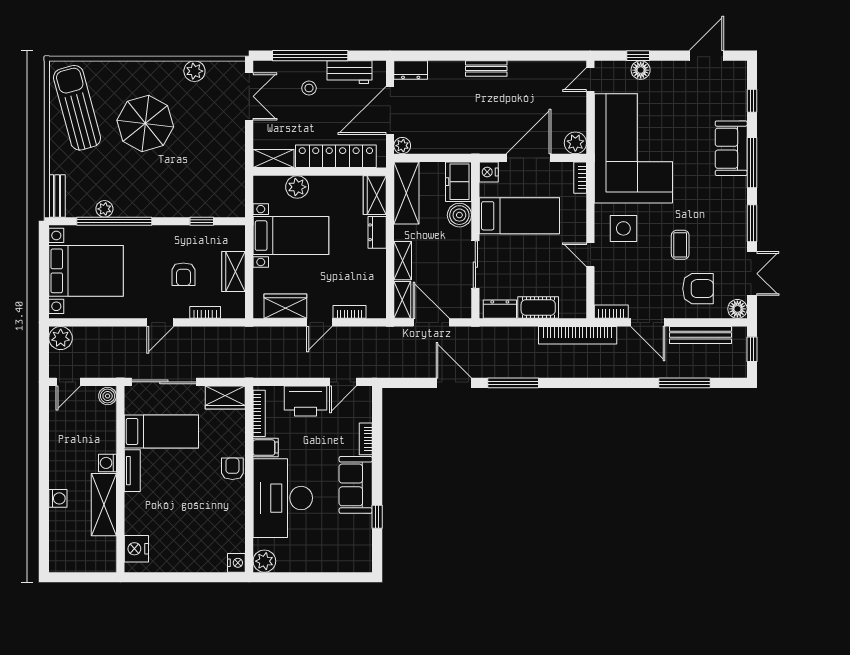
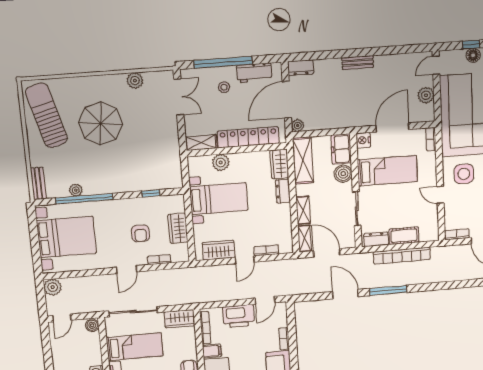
plant: (575, 143) -> (426, 95), moved
bookcase: (578, 335) -> (402, 256), moved

